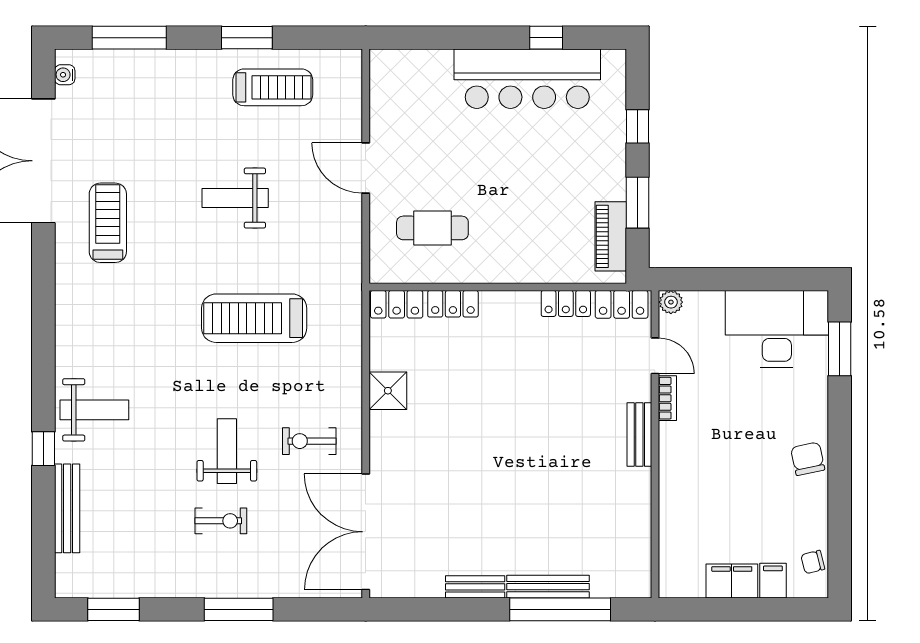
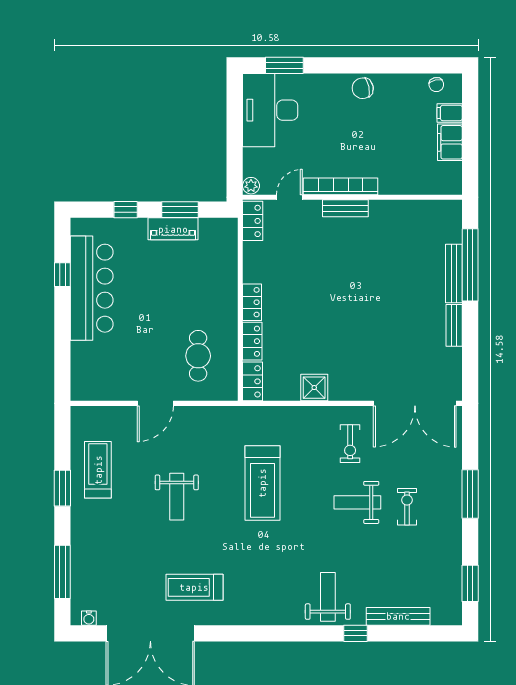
piano: (611, 236) -> (173, 229), moved
locker: (566, 303) -> (252, 302), moved
bookcase: (667, 398) -> (341, 186), width x2.31, depth x1.31

